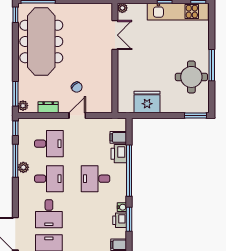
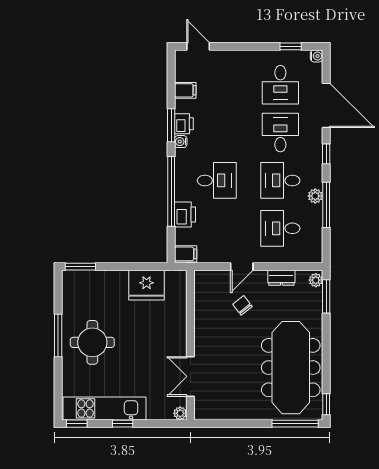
round table: (191, 77) -> (92, 342), moved
window: (15, 128) -> (326, 154), moved
filing cabinet: (118, 137) -> (186, 254), moved

